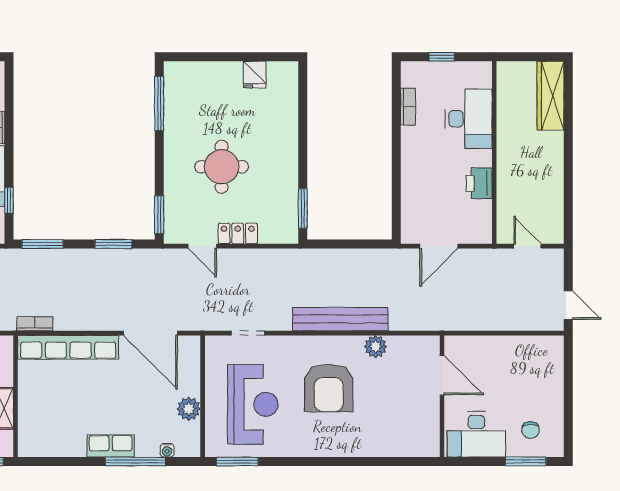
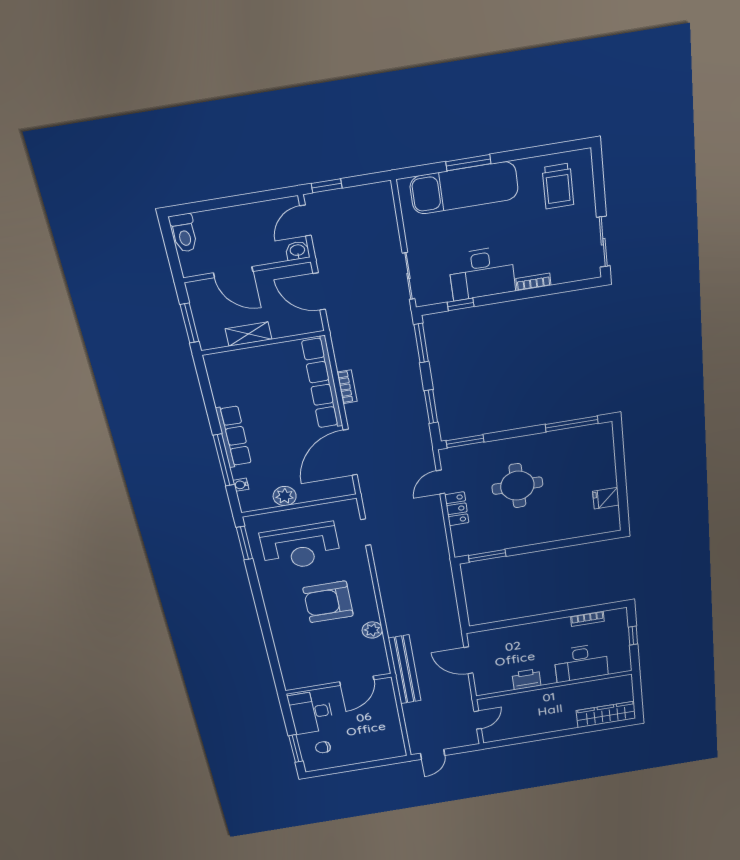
bench: (340, 319) -> (405, 670), moved
bookcase: (35, 324) -> (347, 387), moved
row of seats: (111, 446) -> (234, 436), width x1.48

